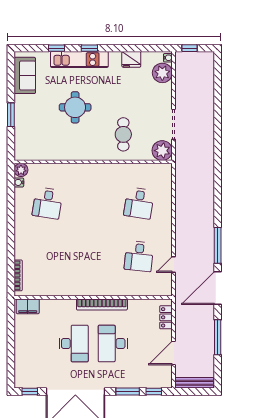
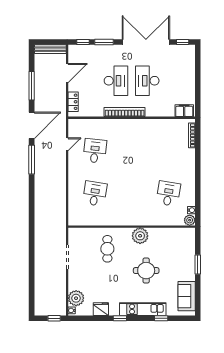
window: (89, 48) -> (120, 318), moved
plant: (162, 151) -> (140, 236), moved

